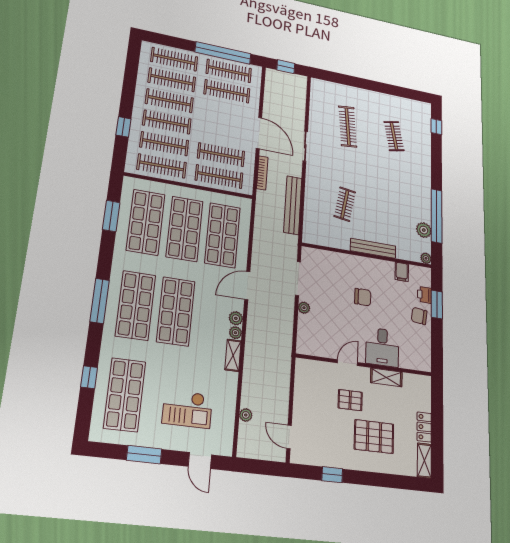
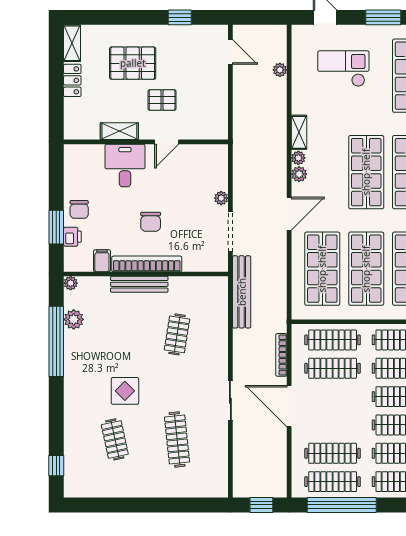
display table: (386, 169) -> (125, 391), added
bench: (293, 205) -> (242, 292), moved
bookcase: (367, 263) -> (147, 264), added
chair: (363, 297) -> (151, 222), turned -90
chair: (419, 316) -> (79, 209), turned 83

